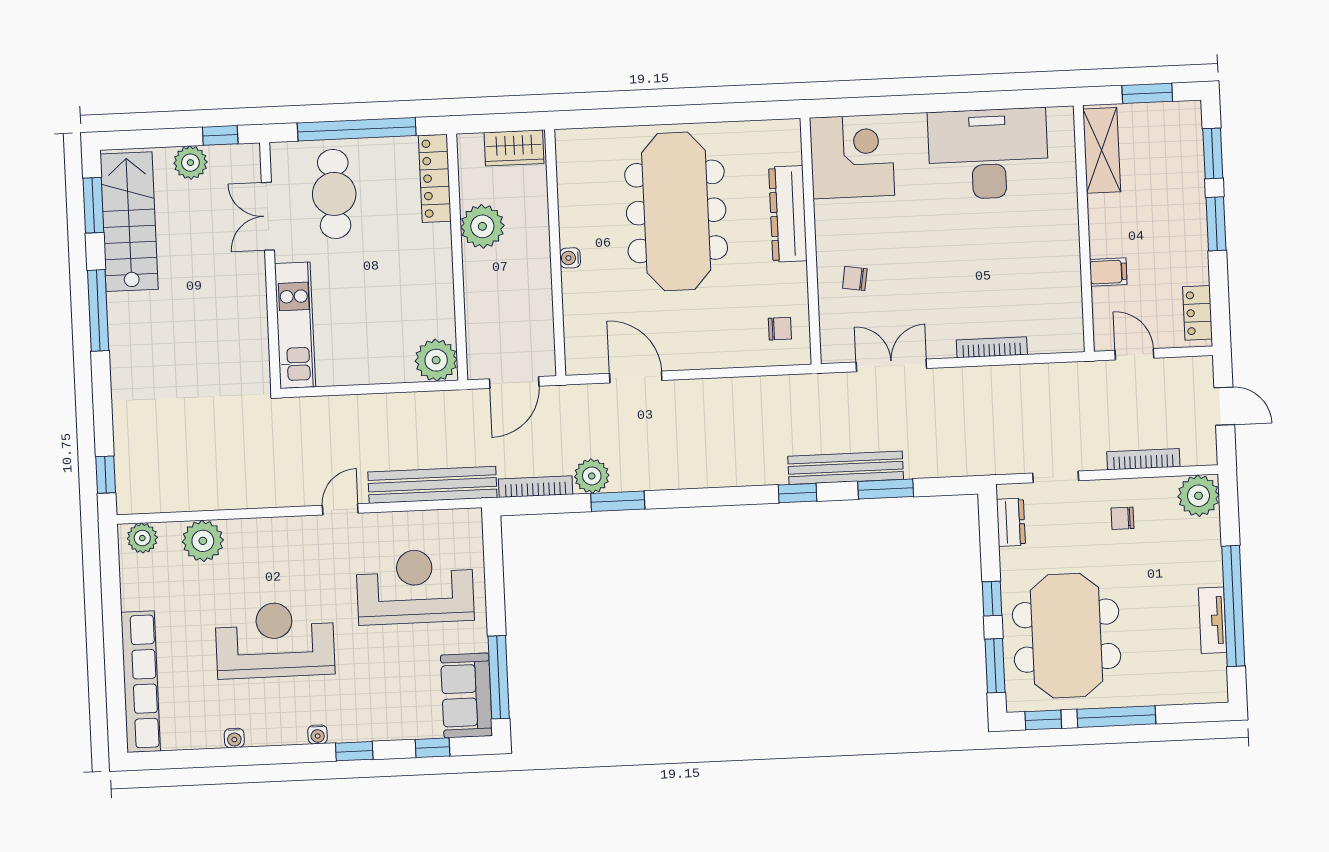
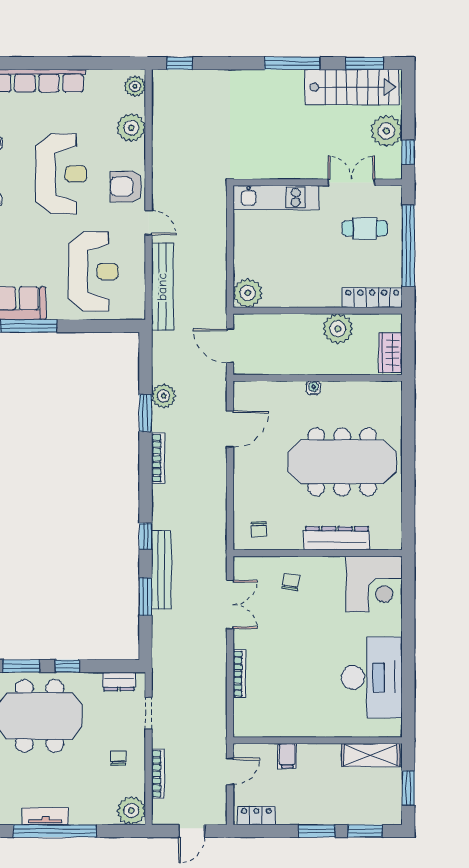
plant: (190, 163) -> (386, 131), width x1.36, depth x1.36
cafe table: (334, 194) -> (365, 228), width x0.73, depth x0.74
bookcase: (536, 487) -> (158, 458), moved
armchair: (289, 545) -> (126, 187), added

